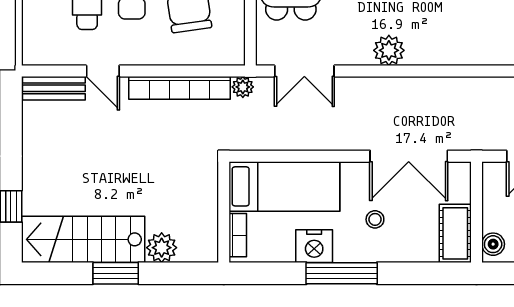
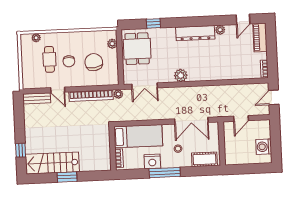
cot: (455, 233) -> (204, 159), moved, turned 90
boiler: (493, 244) -> (229, 157), removed
plant: (162, 248) -> (86, 165), removed

